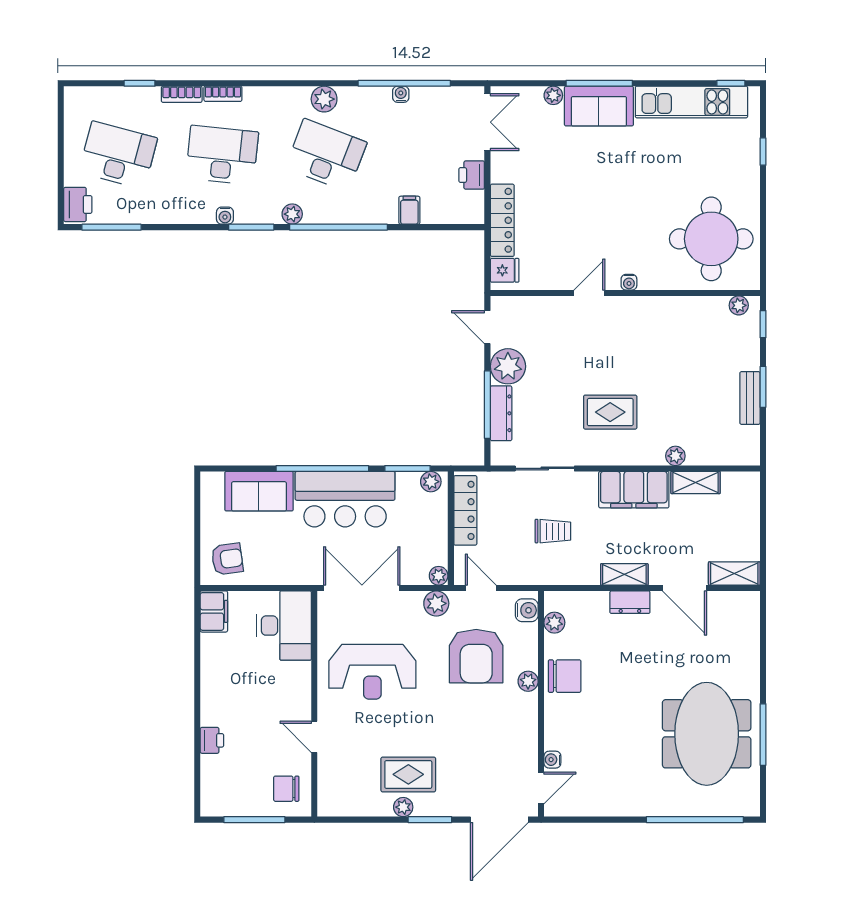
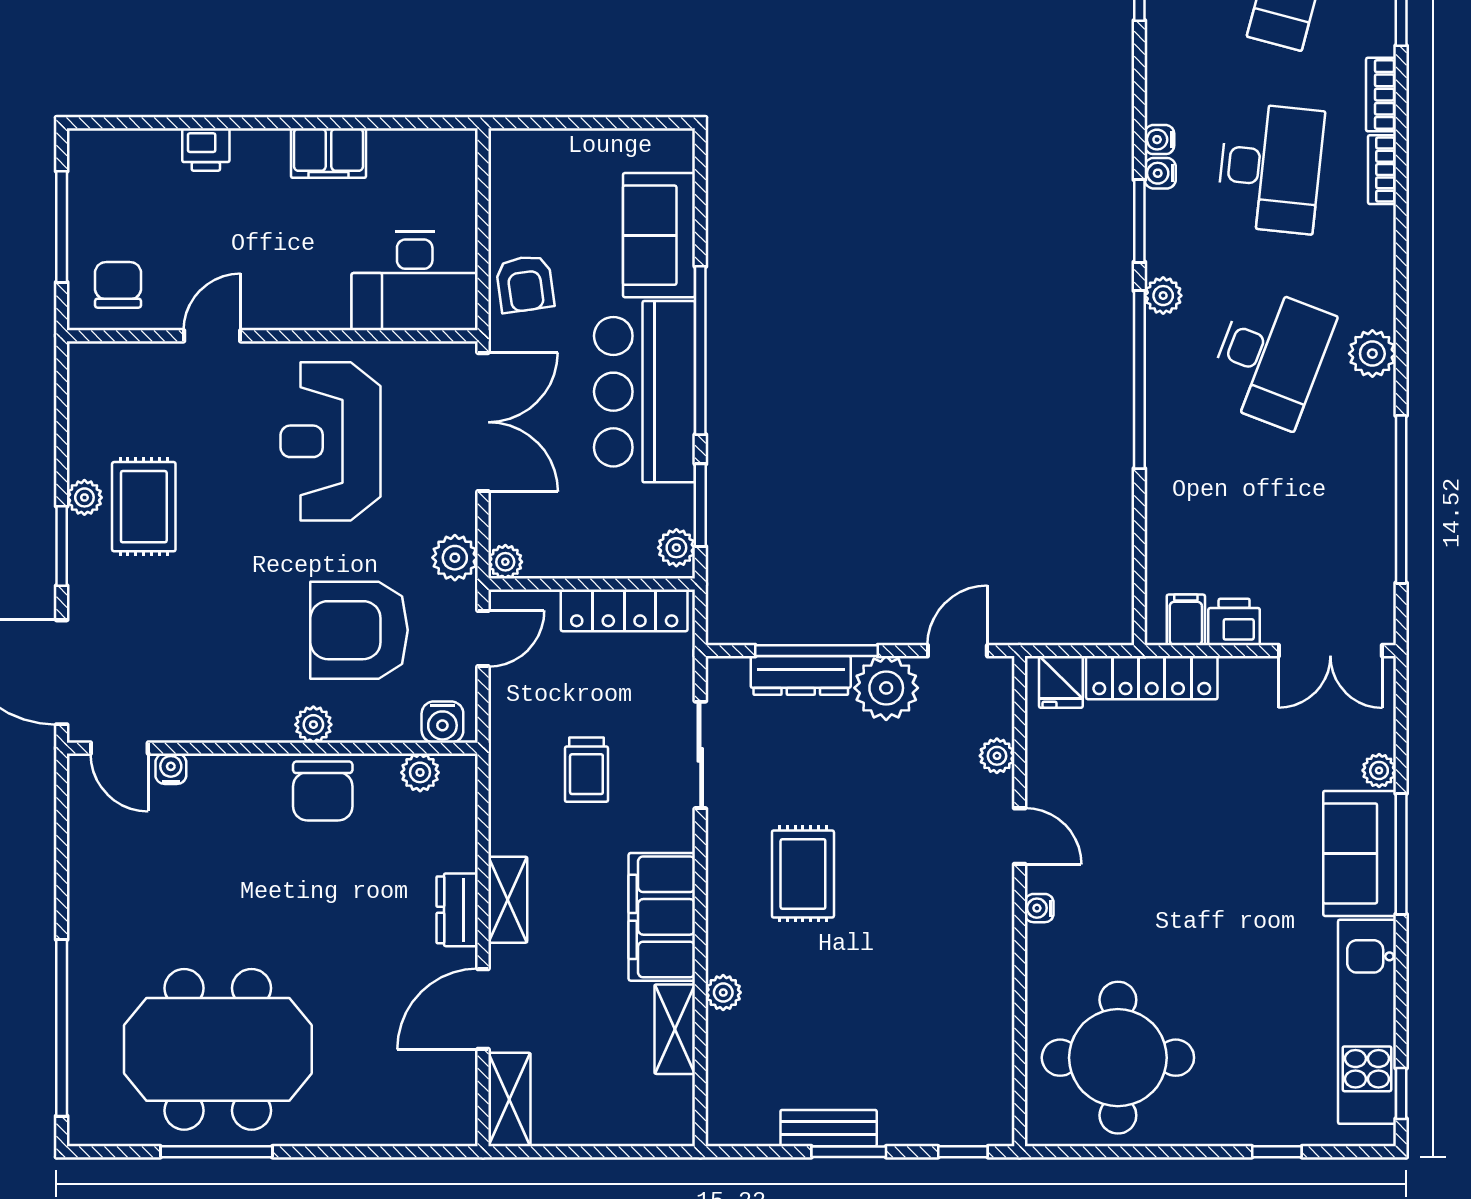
water cooler: (401, 94) -> (1159, 140), moved, turned 180
filing cabinet: (409, 210) -> (1186, 620), moved, turned -90
plant: (739, 305) -> (997, 756), moved
armchair: (227, 559) -> (525, 284), moved
filing cabinet: (214, 611) -> (328, 153), moved

